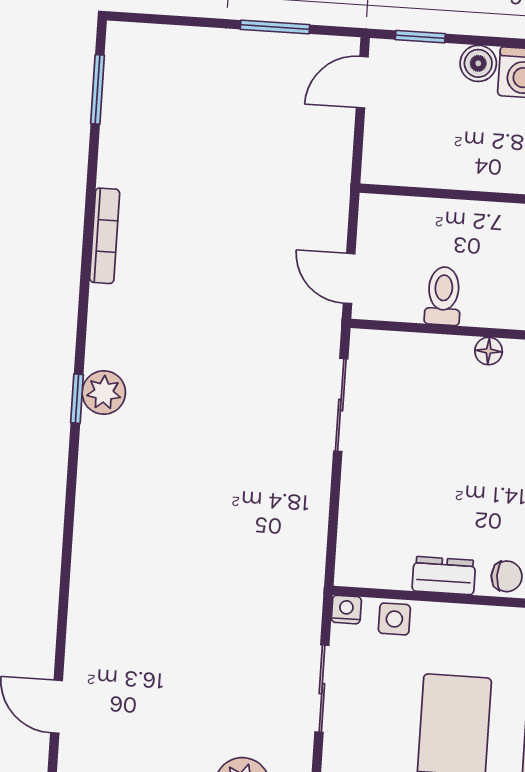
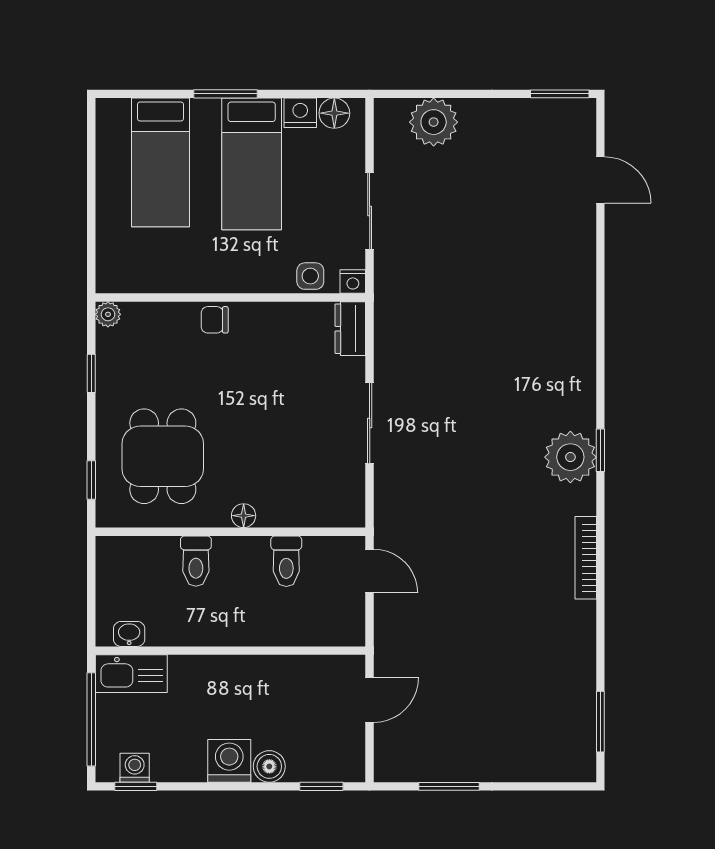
door: (362, 82) -> (370, 700), moved
bookcase: (105, 236) -> (586, 558), moved
plant: (104, 393) -> (570, 457), width x1.36, depth x1.36
sliding door: (341, 405) -> (370, 423), moved
dresser: (444, 576) -> (350, 329), moved, turned 90

